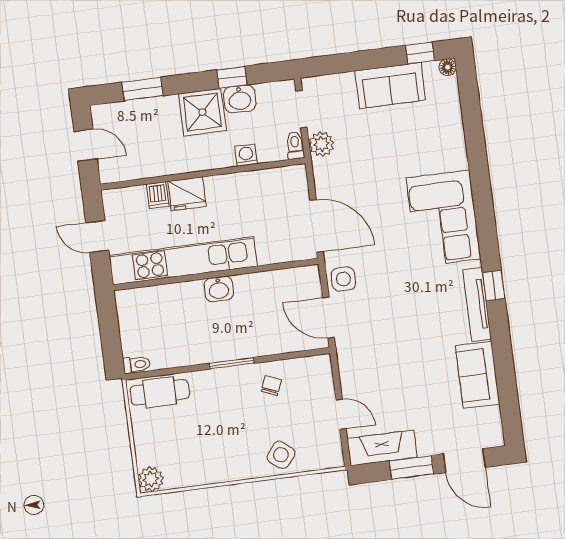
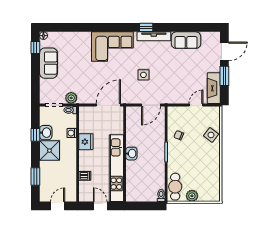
fridge: (187, 194) -> (86, 142), moved
door: (97, 237) -> (100, 206), swing flipped
side table: (343, 279) -> (143, 75), moved
plant: (151, 479) -> (192, 196), moved

